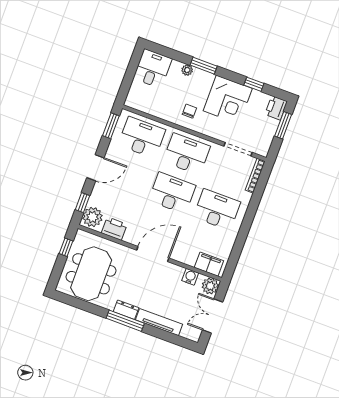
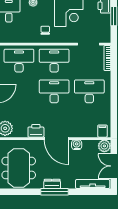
printer: (114, 229) -> (36, 131), moved
door: (153, 254) -> (56, 139), swing flipped
filing cabinet: (209, 264) -> (102, 131), width x0.50
water cooler: (190, 277) -> (77, 145), moved
tv unit: (159, 322) -> (93, 184), moved

